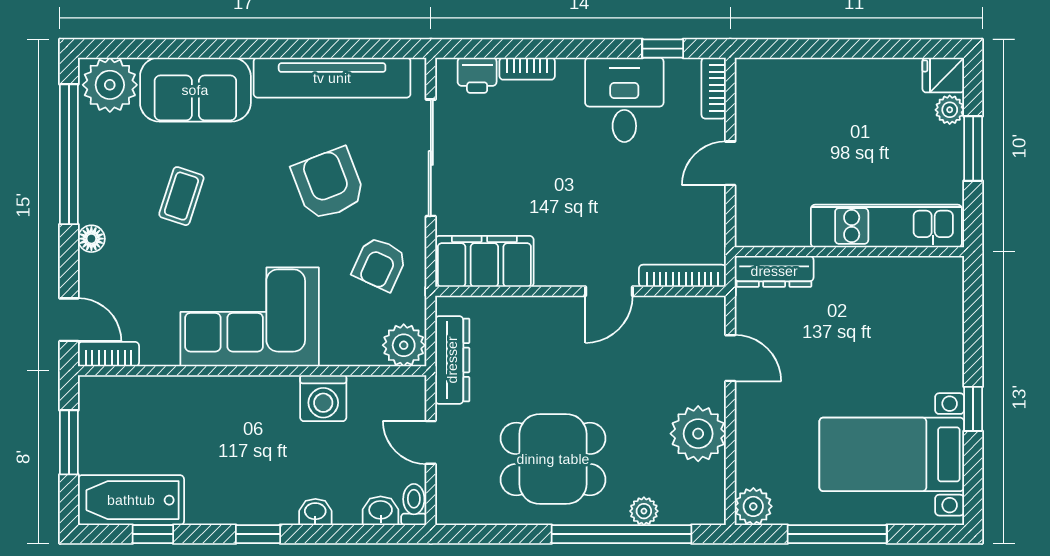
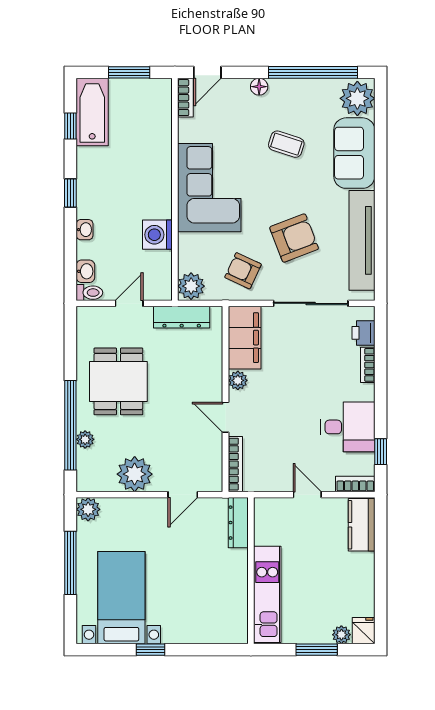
kitchen counter: (777, 78) -> (362, 525), added
plant: (551, 272) -> (238, 380), added

